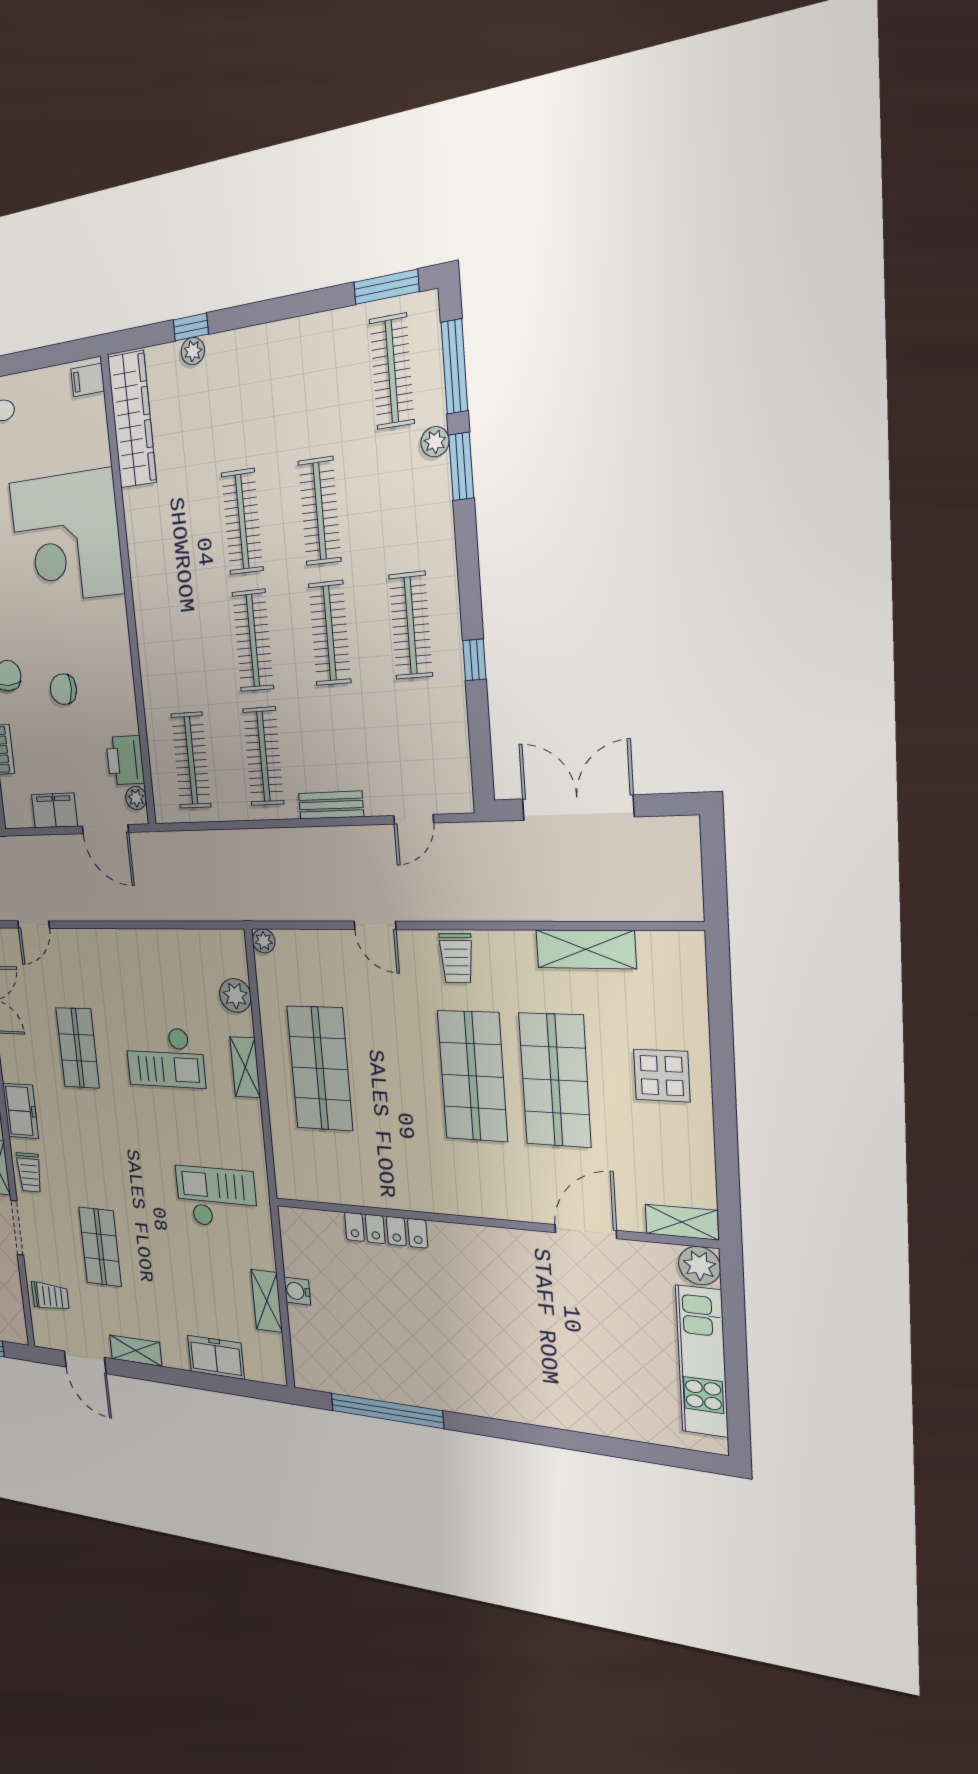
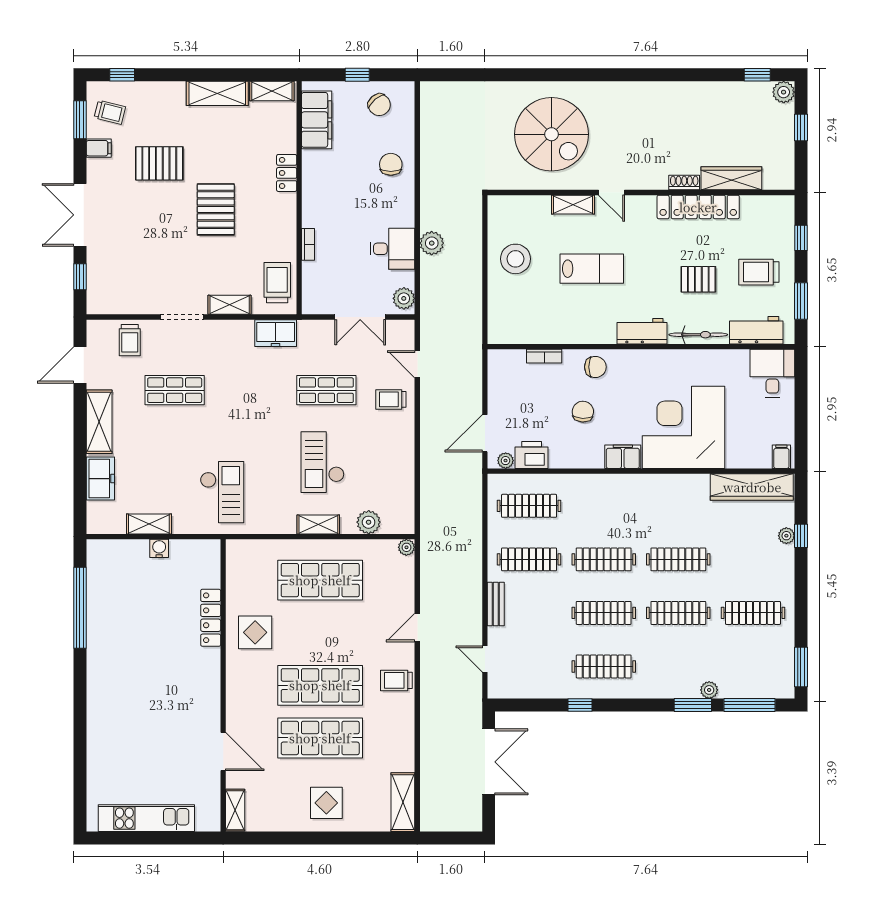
clothes rail: (392, 371) -> (753, 613), moved
filing cabinet: (54, 810) -> (623, 457), moved, turned -90
shelving: (586, 949) -> (403, 802), moved
display table: (401, 1168) -> (255, 632), added
trolley: (29, 1172) -> (391, 399), moved
plant: (700, 1266) -> (208, 819), removed
shelving: (136, 1351) -> (99, 422), width x1.50, depth x1.33

